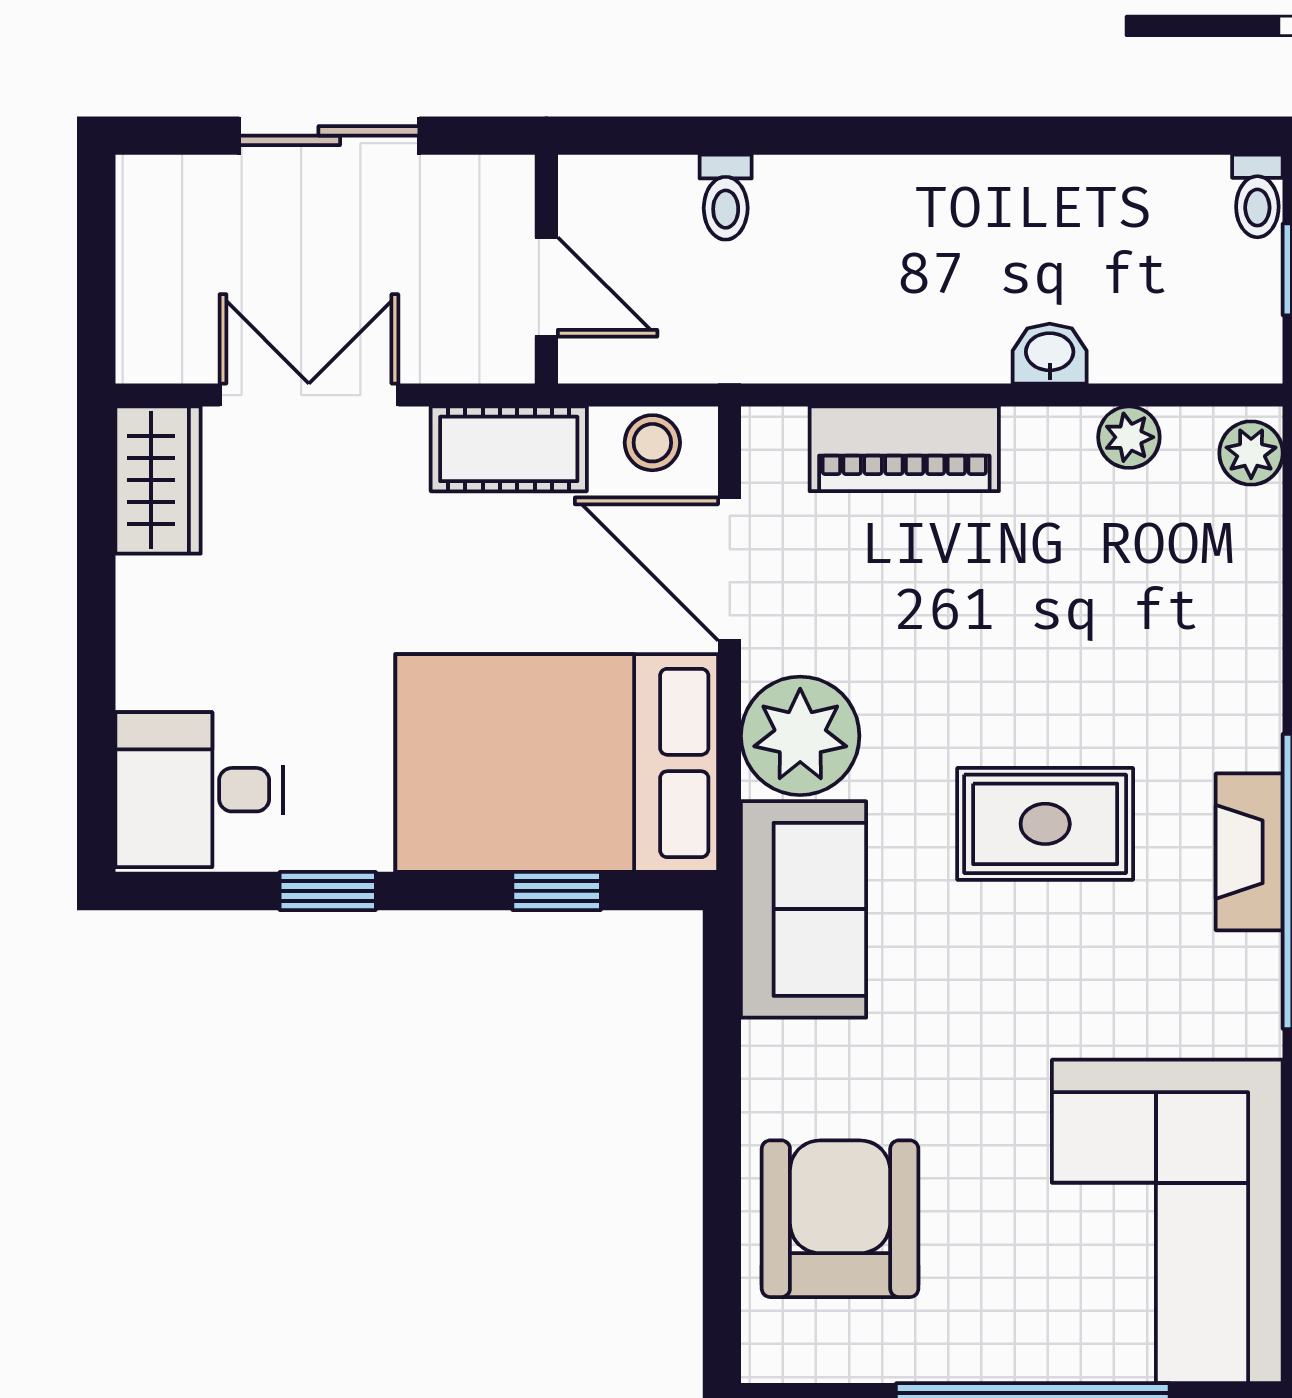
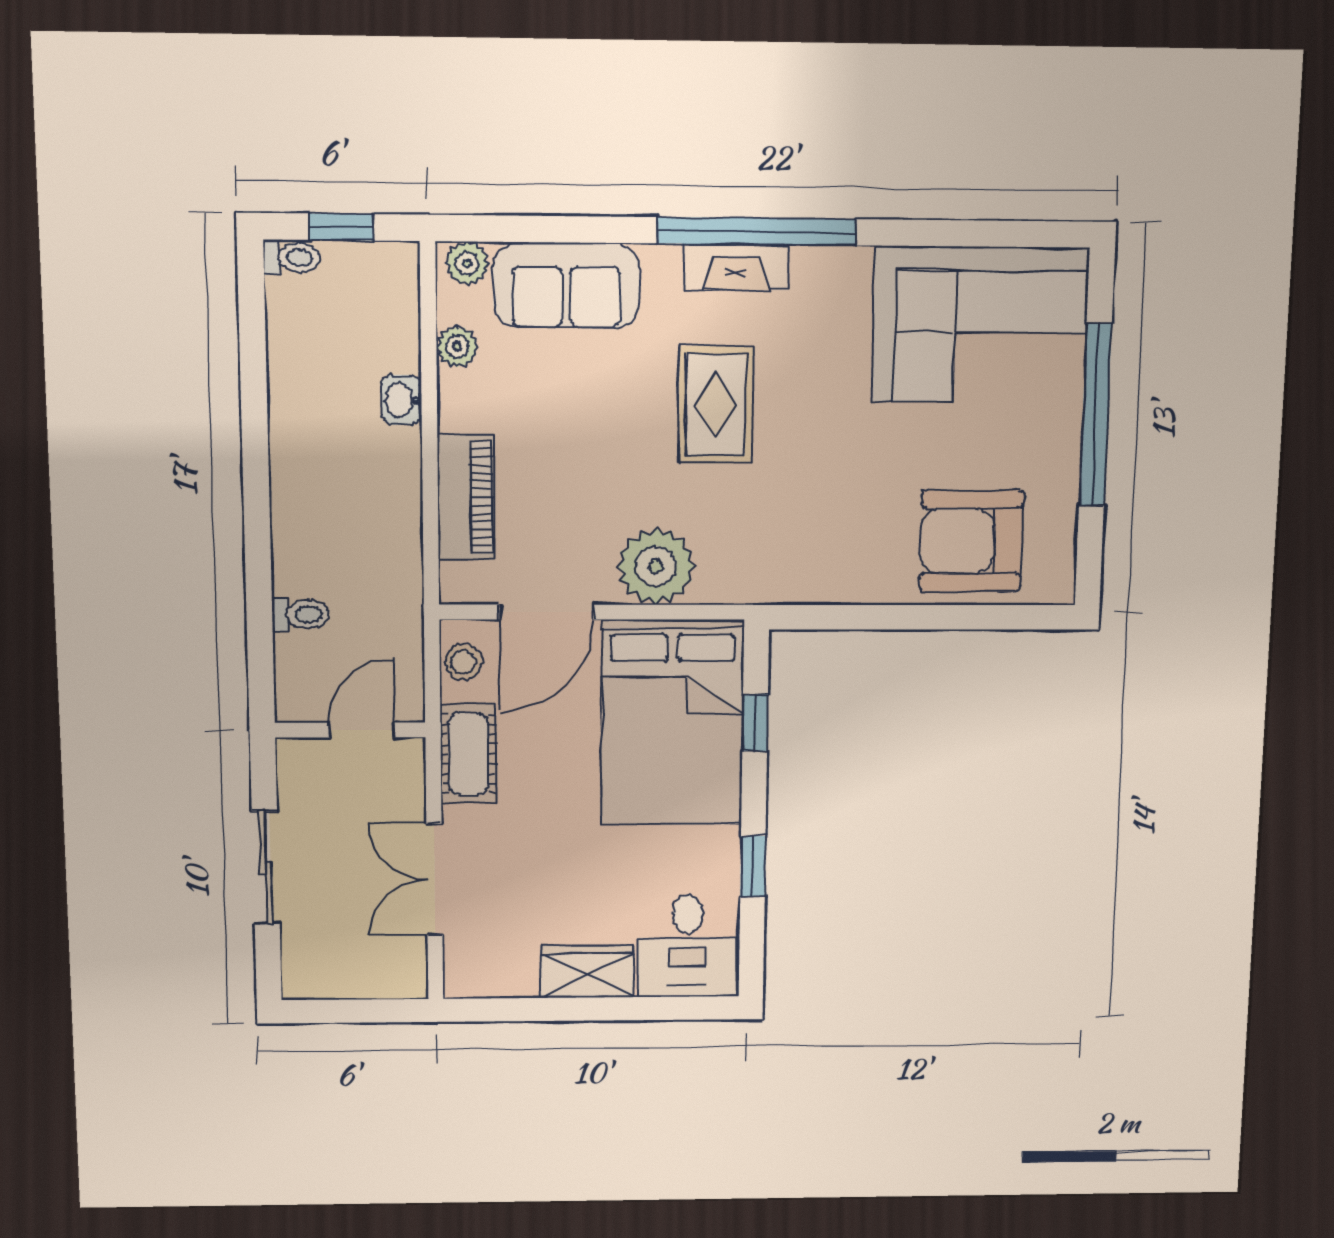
wardrobe: (158, 480) -> (587, 971), moved
sofa: (804, 909) -> (566, 285), moved, turned 180

